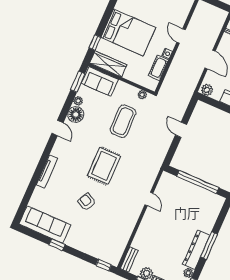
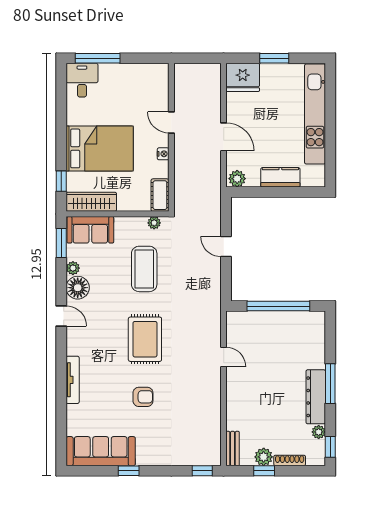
cot: (158, 68) -> (160, 195), moved
armchair: (87, 202) -> (143, 397), turned 152

